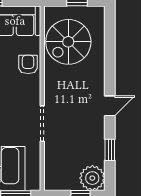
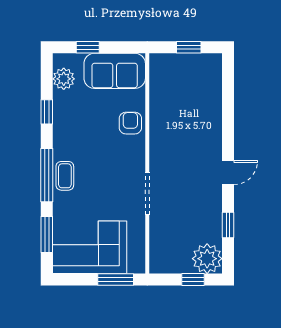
spiral stairs: (68, 42) -> (178, 96), removed

